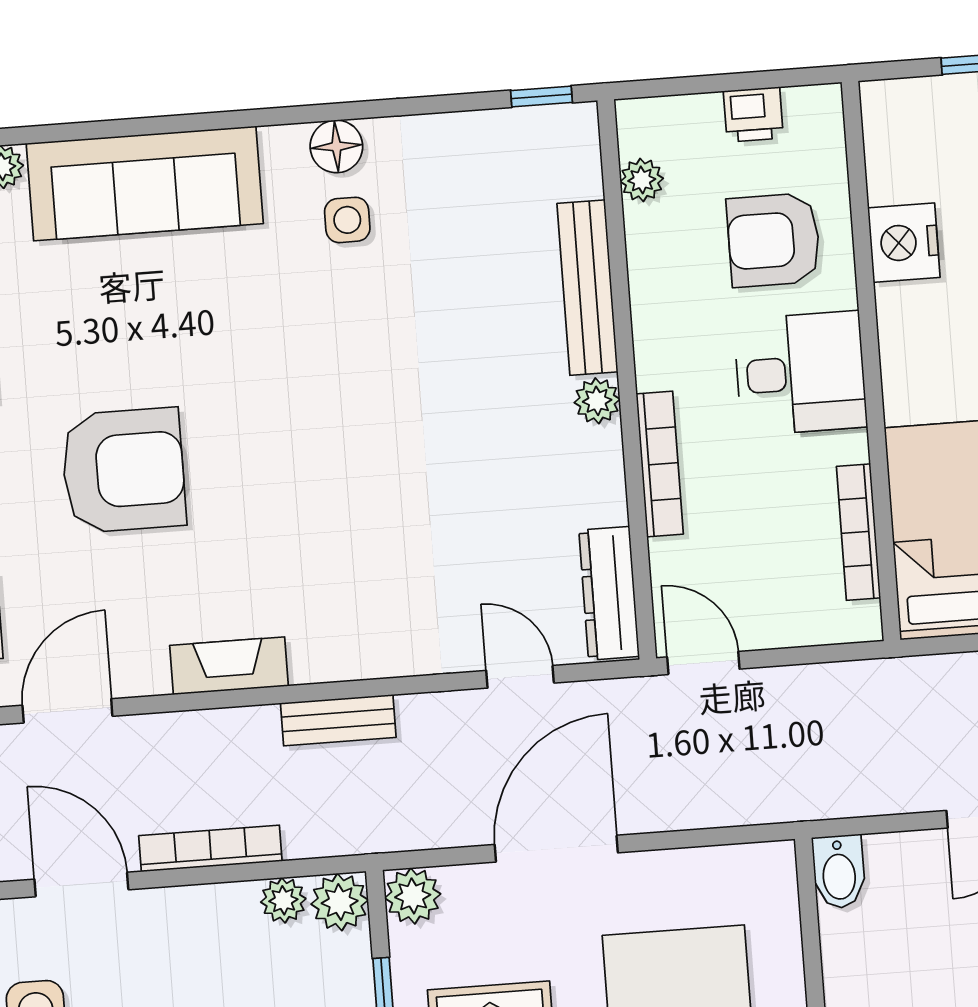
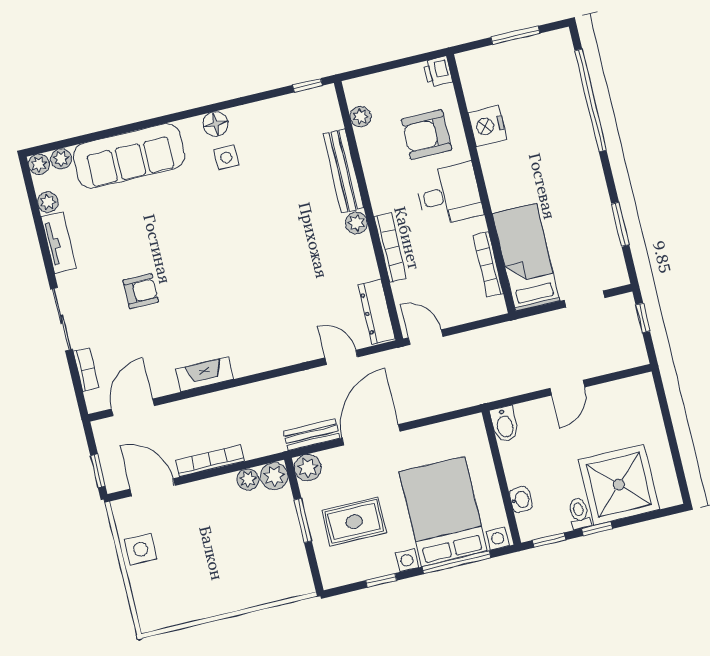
printer: (753, 114) -> (438, 72), moved, turned 90
armchair: (123, 470) -> (141, 291), width x0.53, depth x0.53
bench: (338, 720) -> (312, 435), moved

